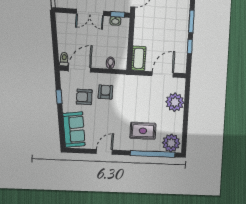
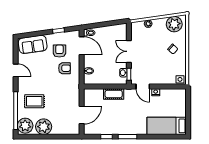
cot: (139, 58) -> (114, 94), moved
door: (163, 74) -> (82, 115), hinge flipped
plant: (175, 102) -> (44, 127), moved
rug: (143, 131) -> (34, 101), turned 90

